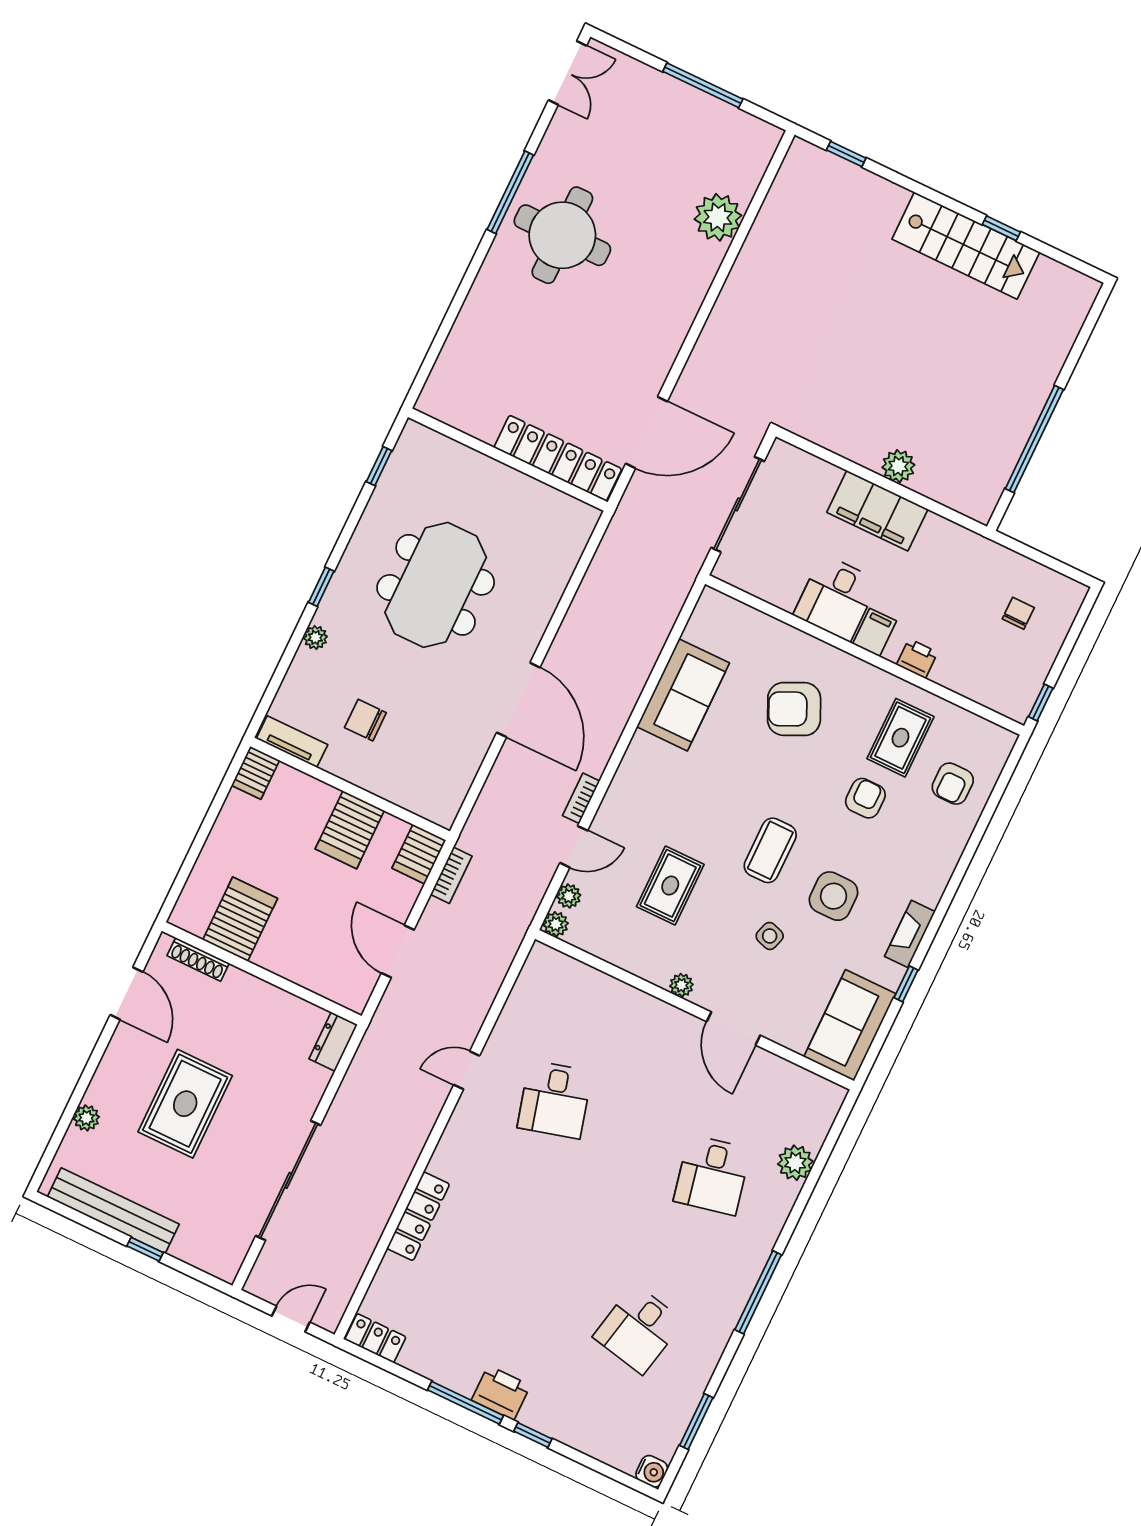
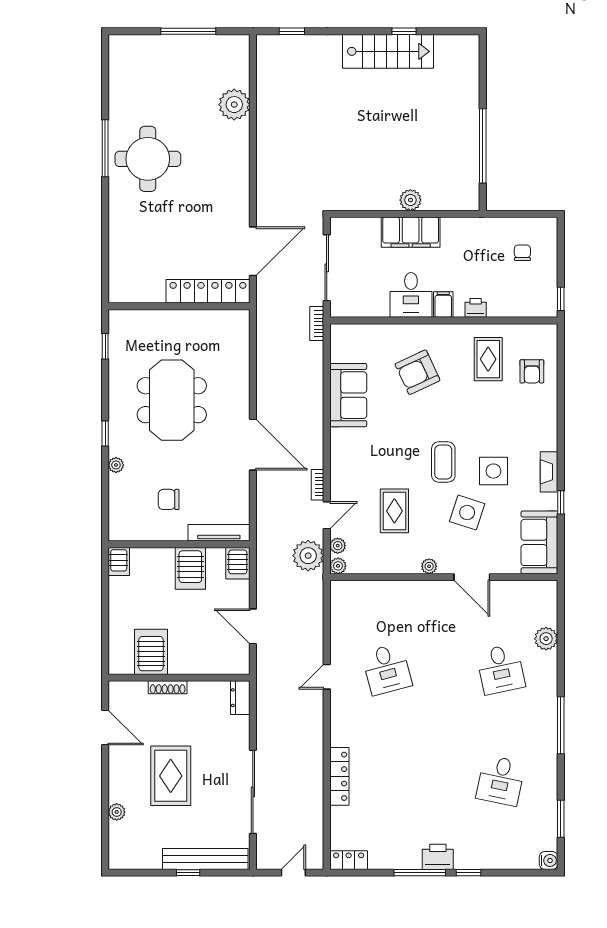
double door: (567, 73) -> (105, 62), removed
tv unit: (292, 742) -> (219, 533), moved, width x1.41
armchair: (865, 798) -> (485, 405), removed
bookcase: (451, 875) -> (317, 324), moved, turned 180
plant: (521, 890) -> (308, 556), added
side table: (770, 936) -> (467, 513), width x1.87, depth x1.87
shoe rack: (198, 959) -> (168, 687), moved
bench: (113, 1211) -> (205, 859), moved

